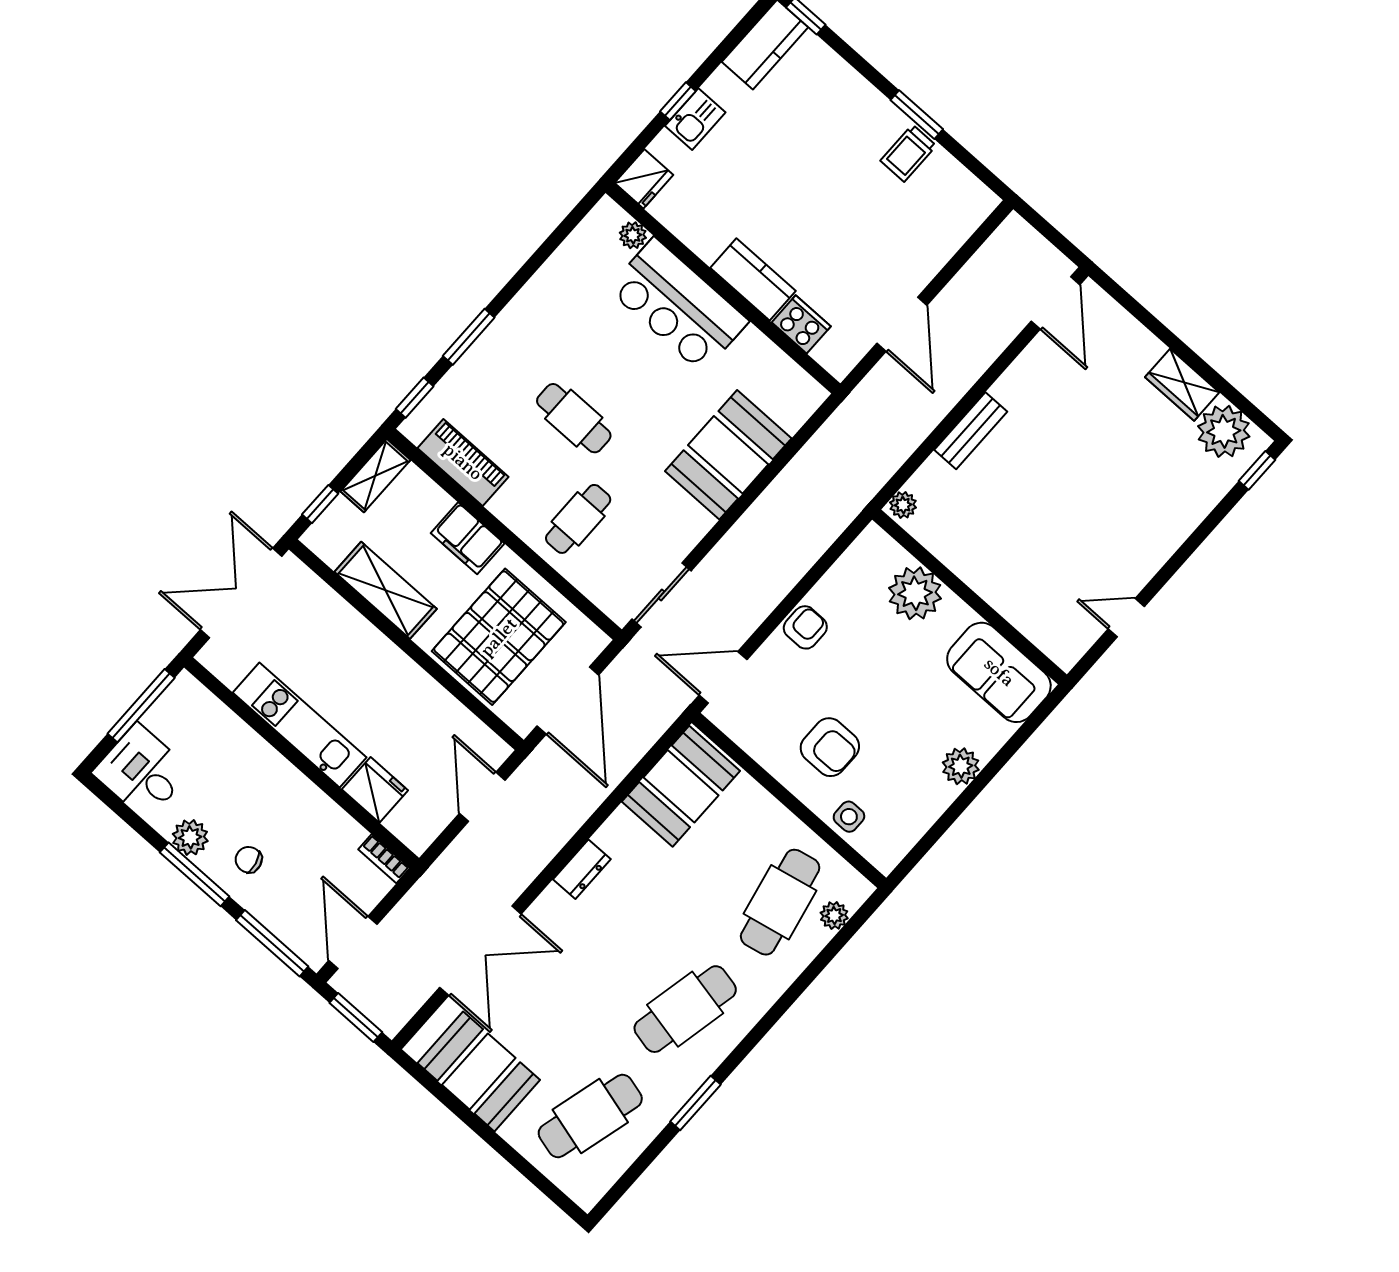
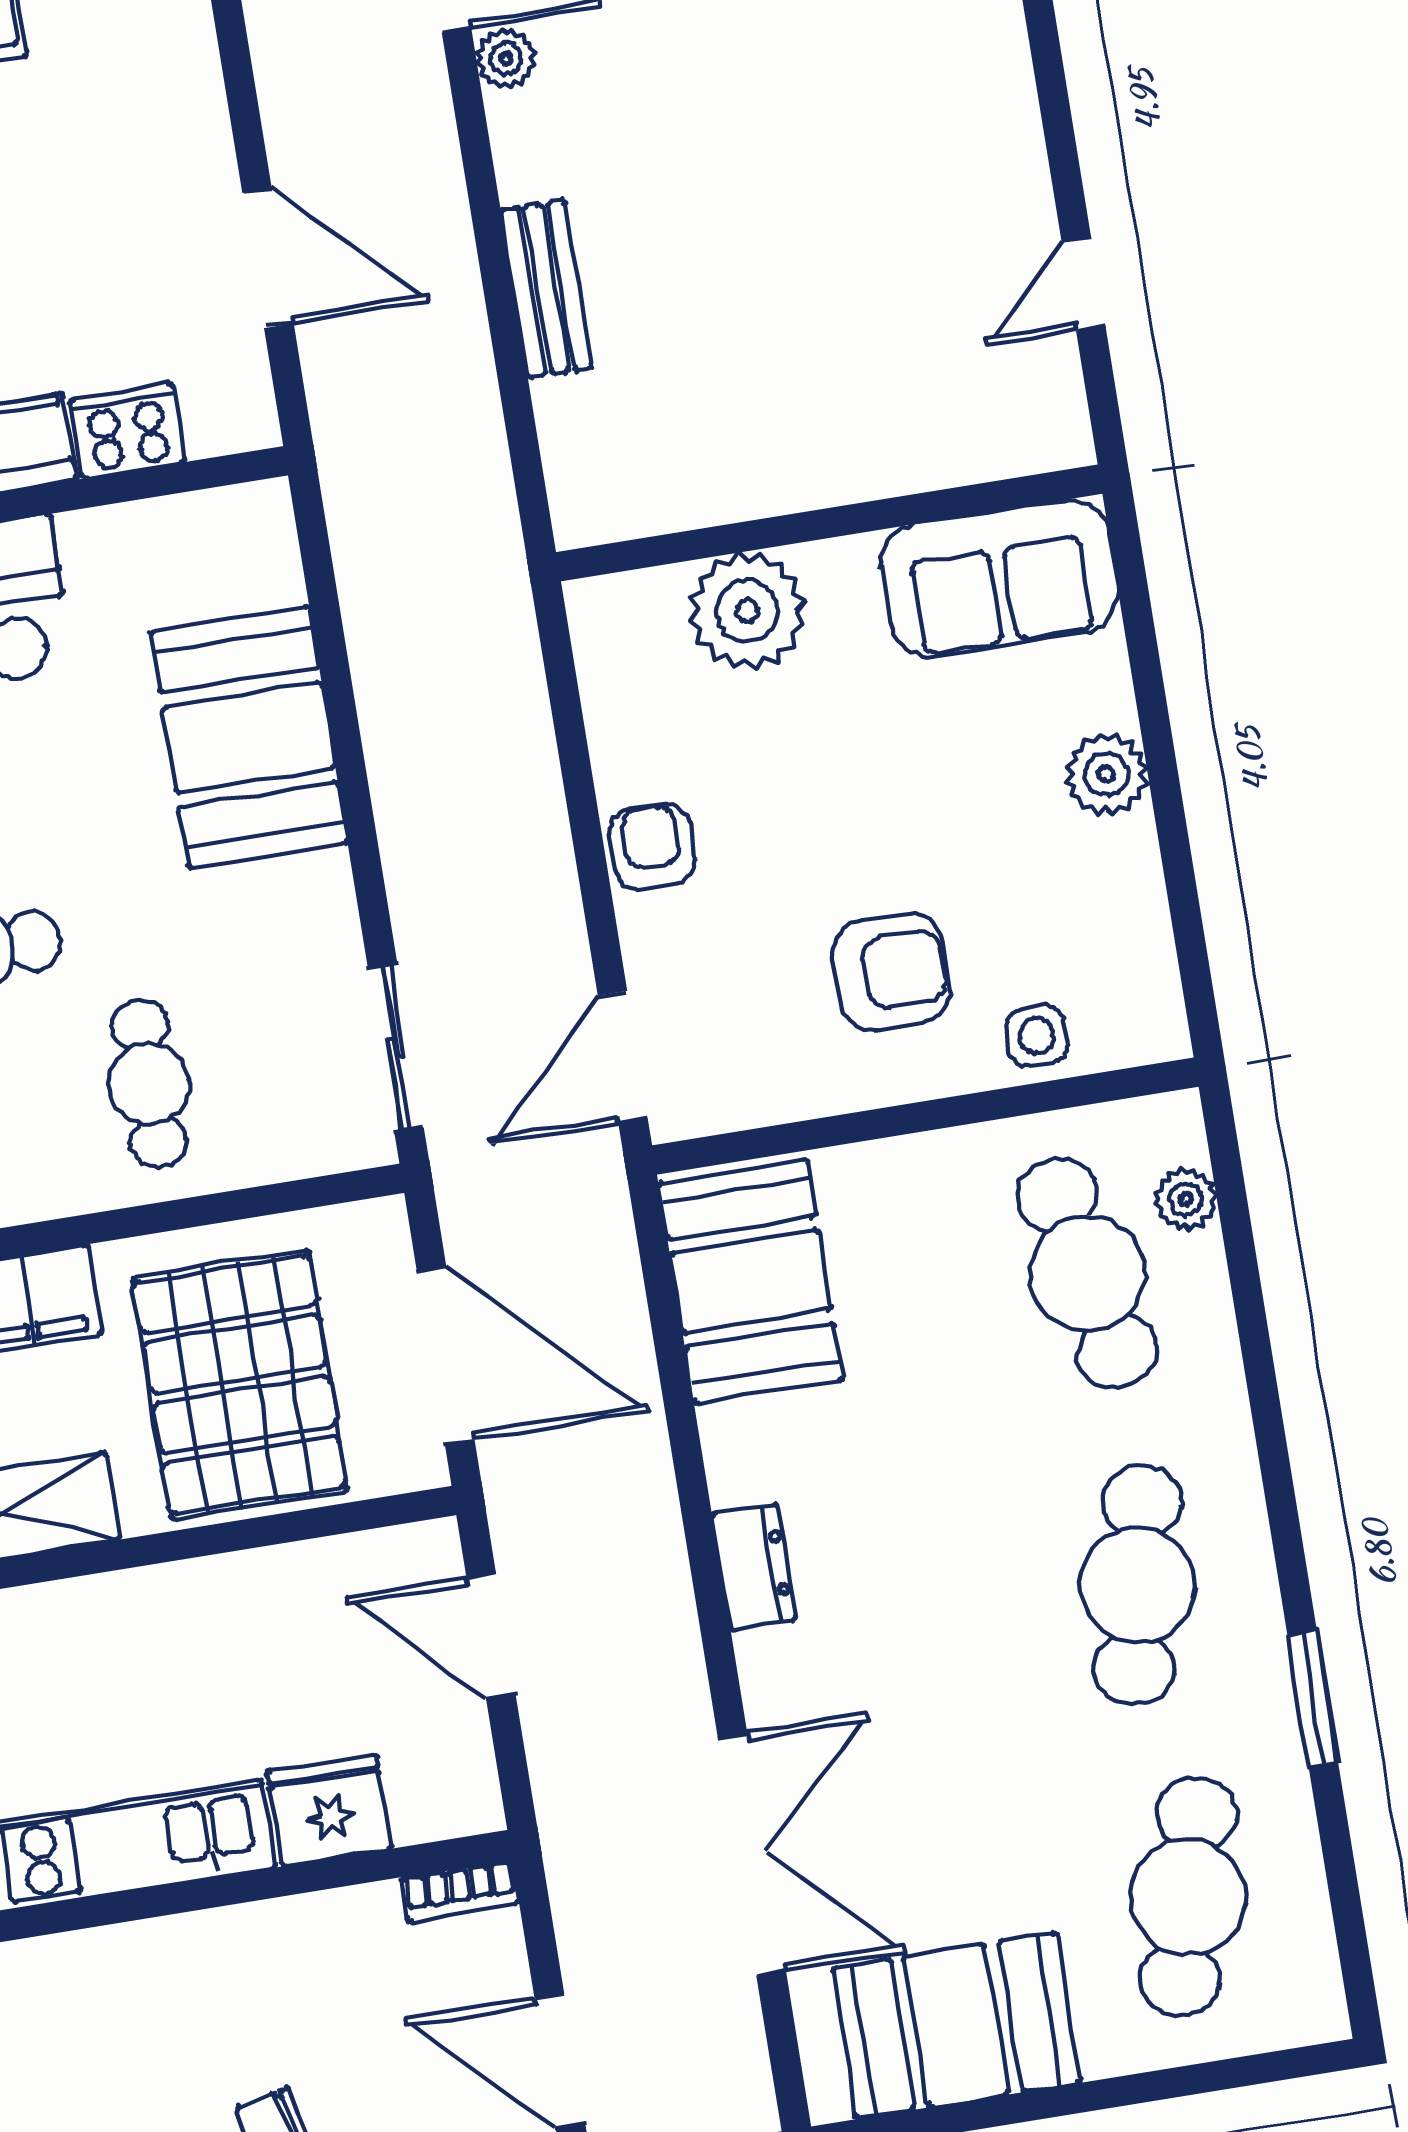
plant: (903, 505) -> (506, 58), moved

